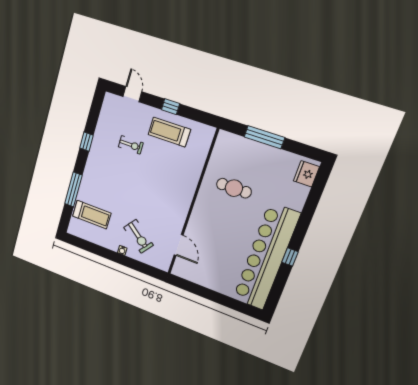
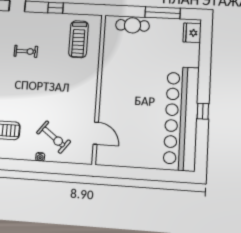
treadmill: (169, 132) -> (79, 39), moved, turned -90
window: (264, 137) -> (163, 13), moved
cafe table: (234, 188) -> (132, 25), moved

